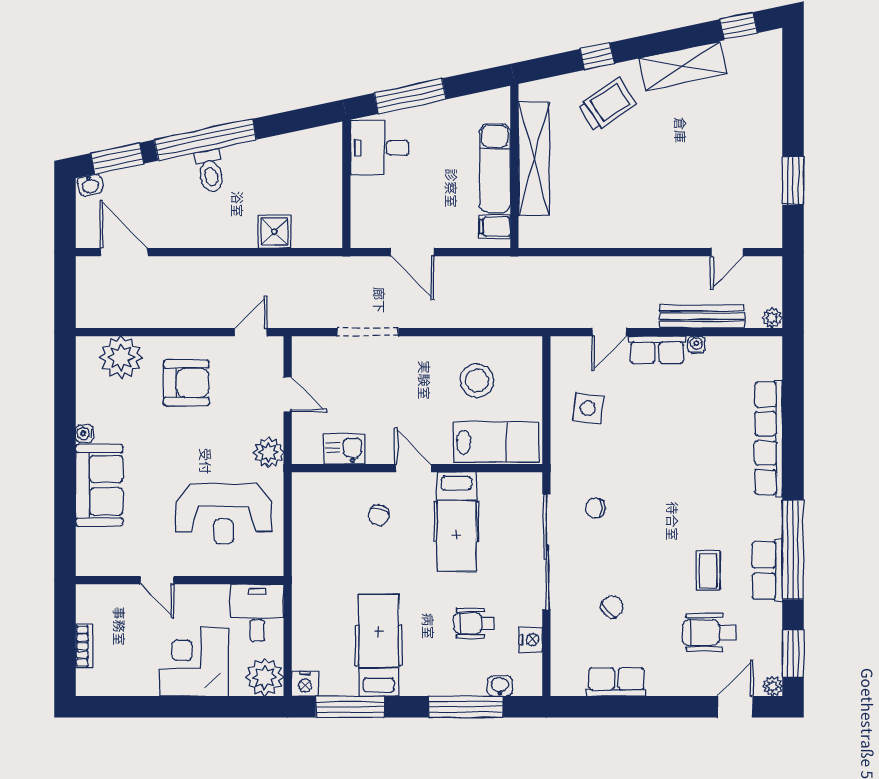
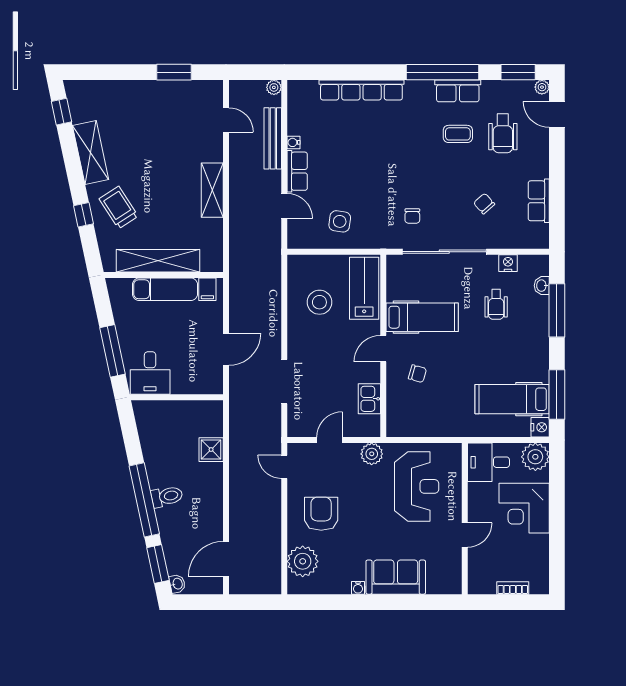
shelving: (631, 233) -> (212, 190), added
hospital bed: (379, 645) -> (512, 399), moved

